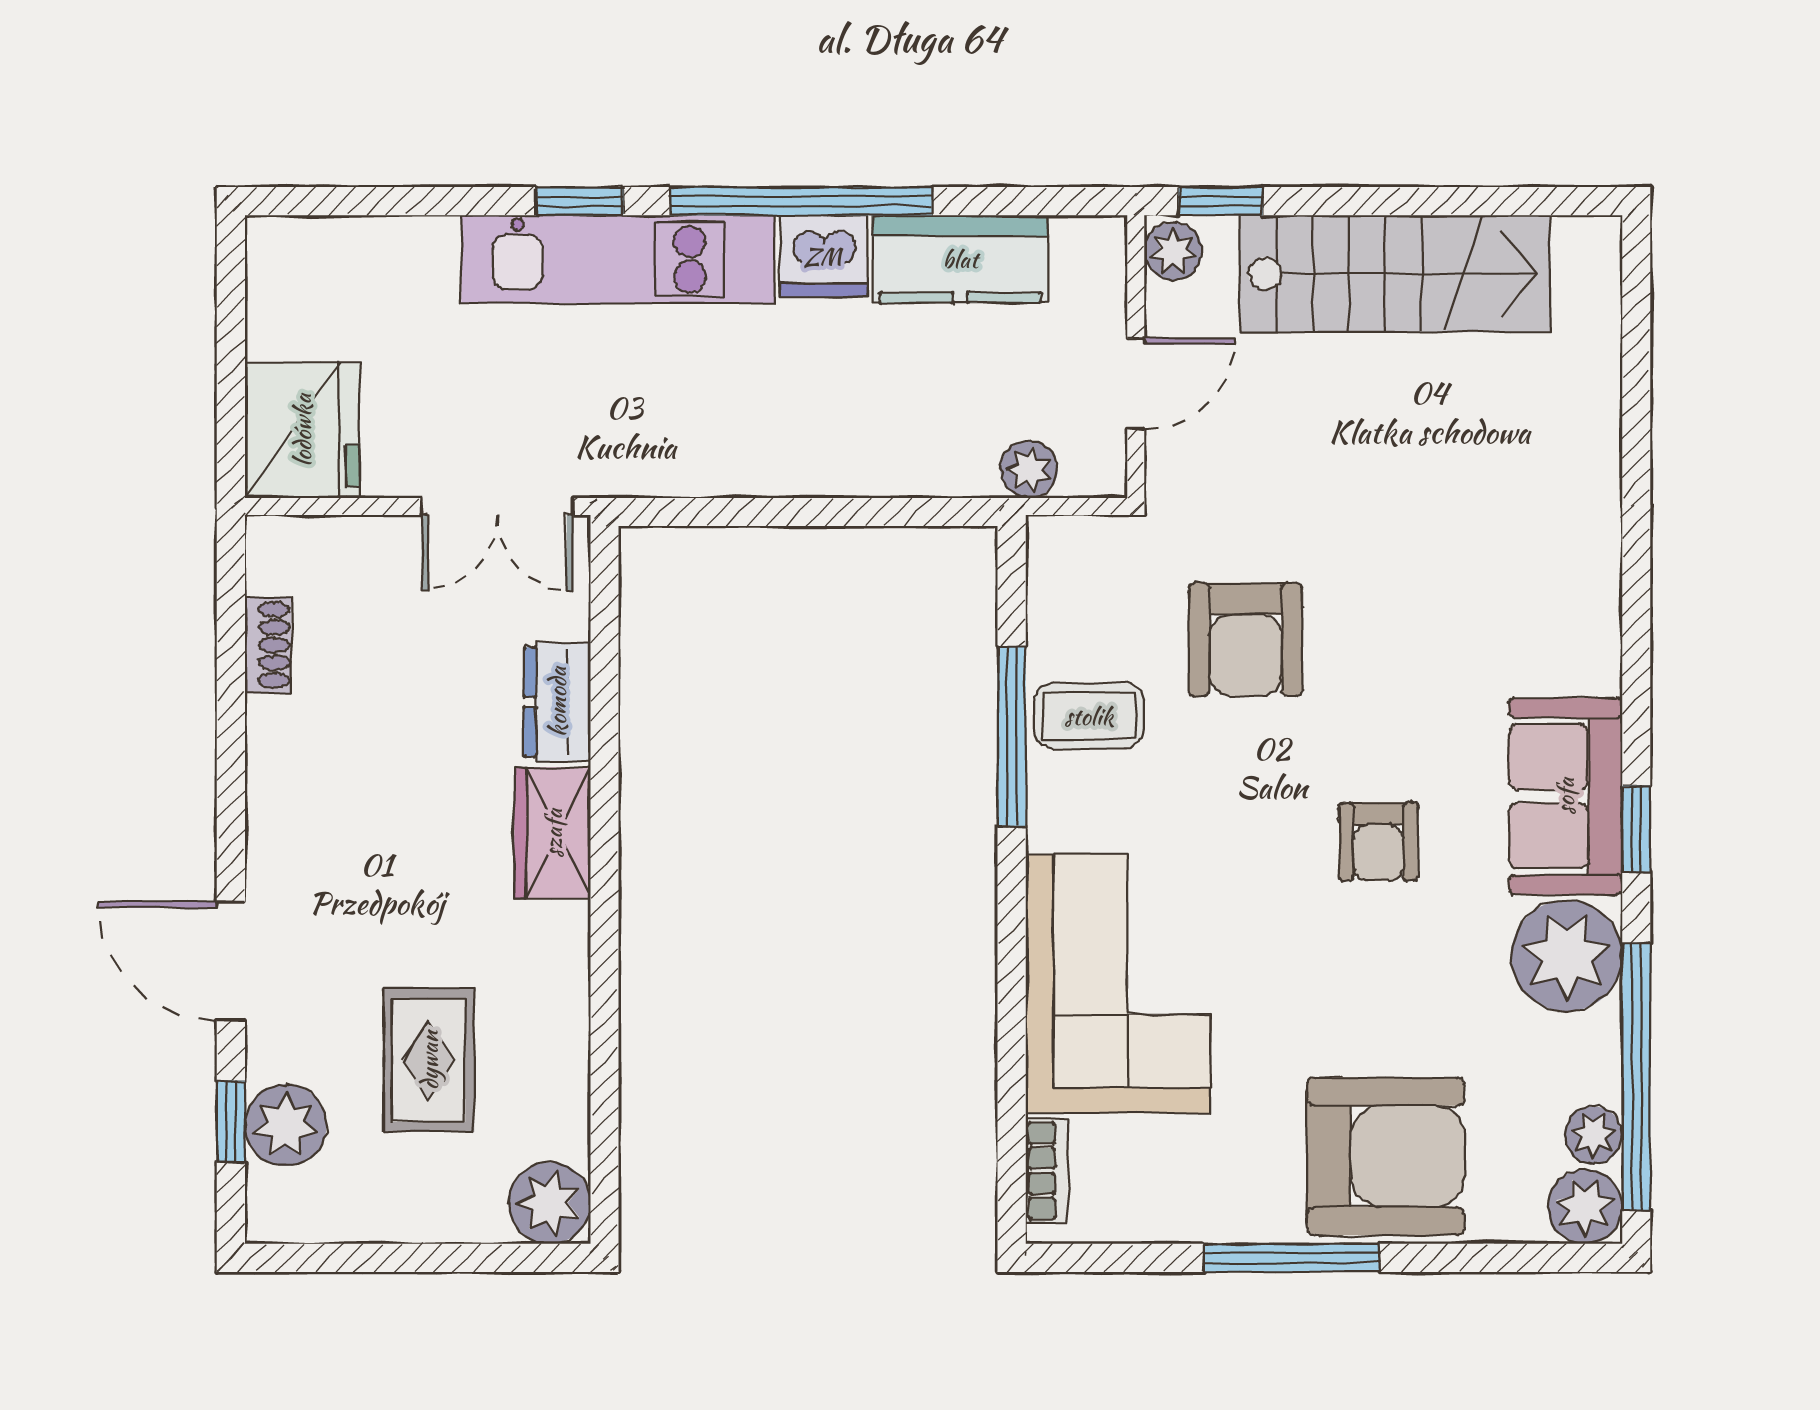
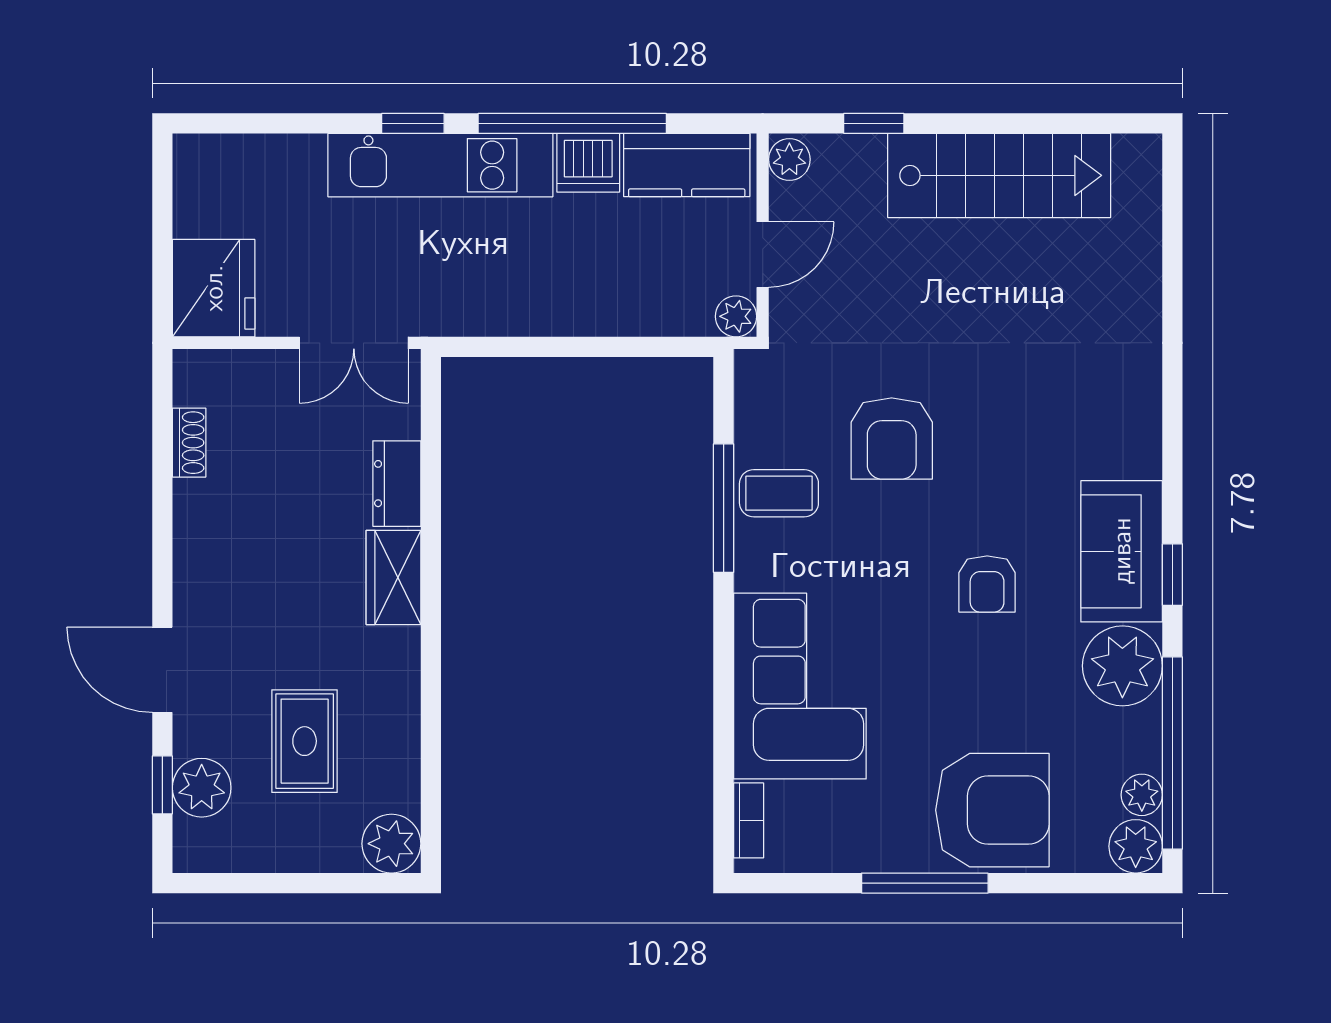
plant: (1173, 251) -> (789, 159), moved
wall: (1136, 357) -> (763, 235), moved
door: (1136, 384) -> (763, 255), moved

